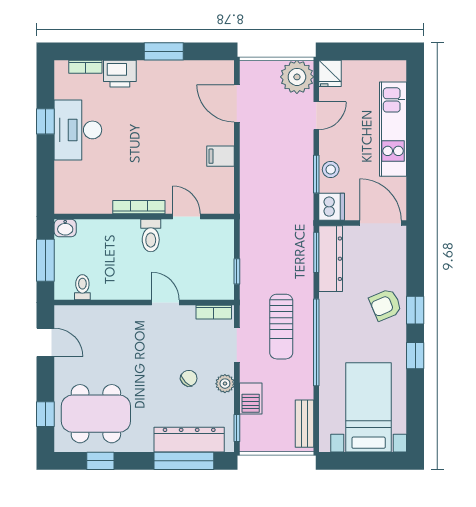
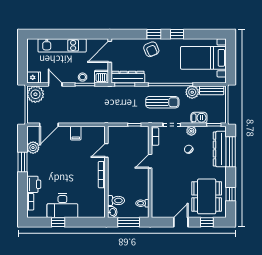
plant: (192, 72) -> (33, 148), added
toilet: (151, 235) -> (116, 200), moved
door: (45, 342) -> (181, 222), moved
plant: (301, 385) -> (192, 92), added

